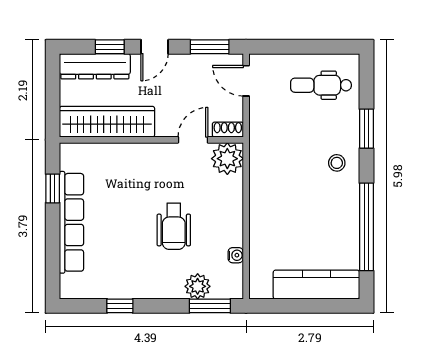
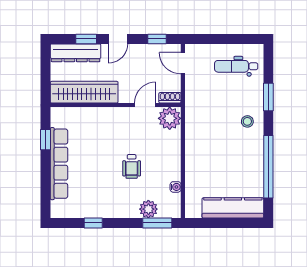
window: (210, 47) -> (157, 39), width x0.67
wheelchair: (174, 226) -> (132, 166), width x0.73, depth x0.73

